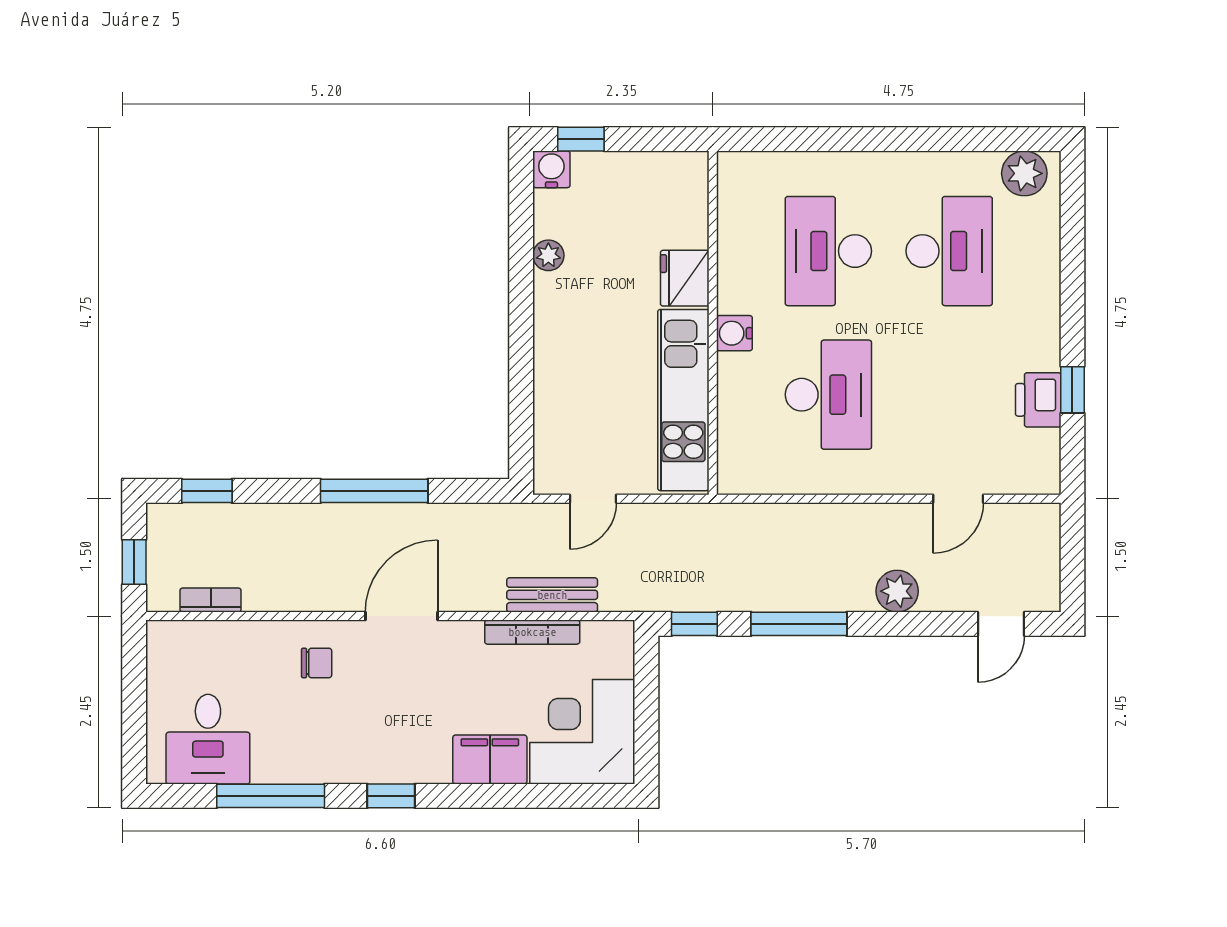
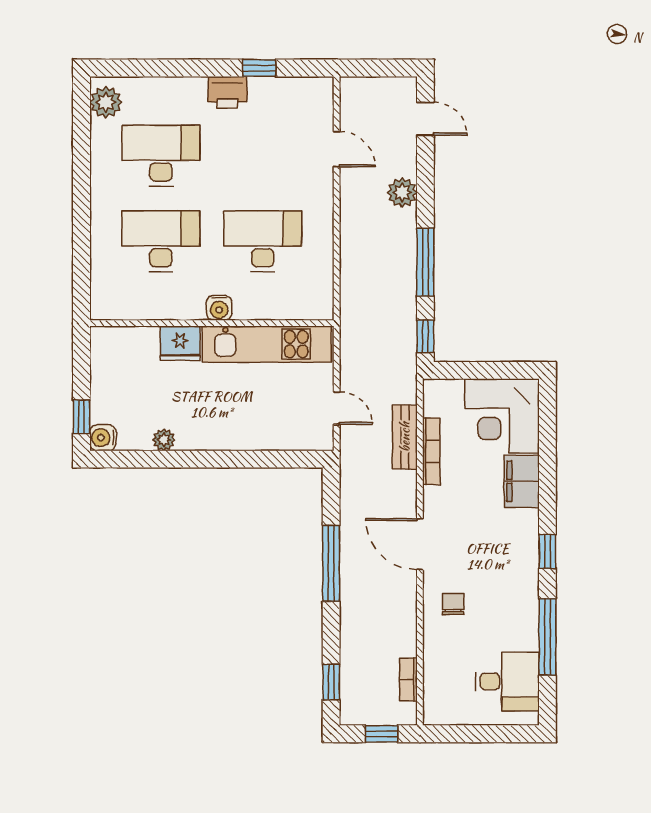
desk: (828, 251) -> (161, 241), turned 180
printer: (1038, 400) -> (227, 92), moved

